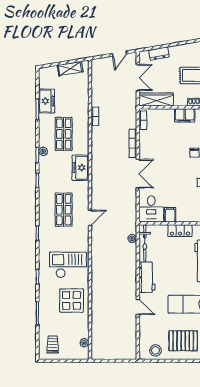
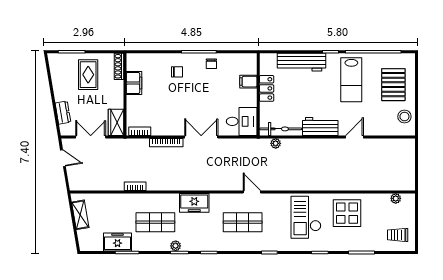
wardrobe: (156, 100) -> (116, 122), width x0.67
filing cabinet: (170, 215) -> (248, 82), moved

